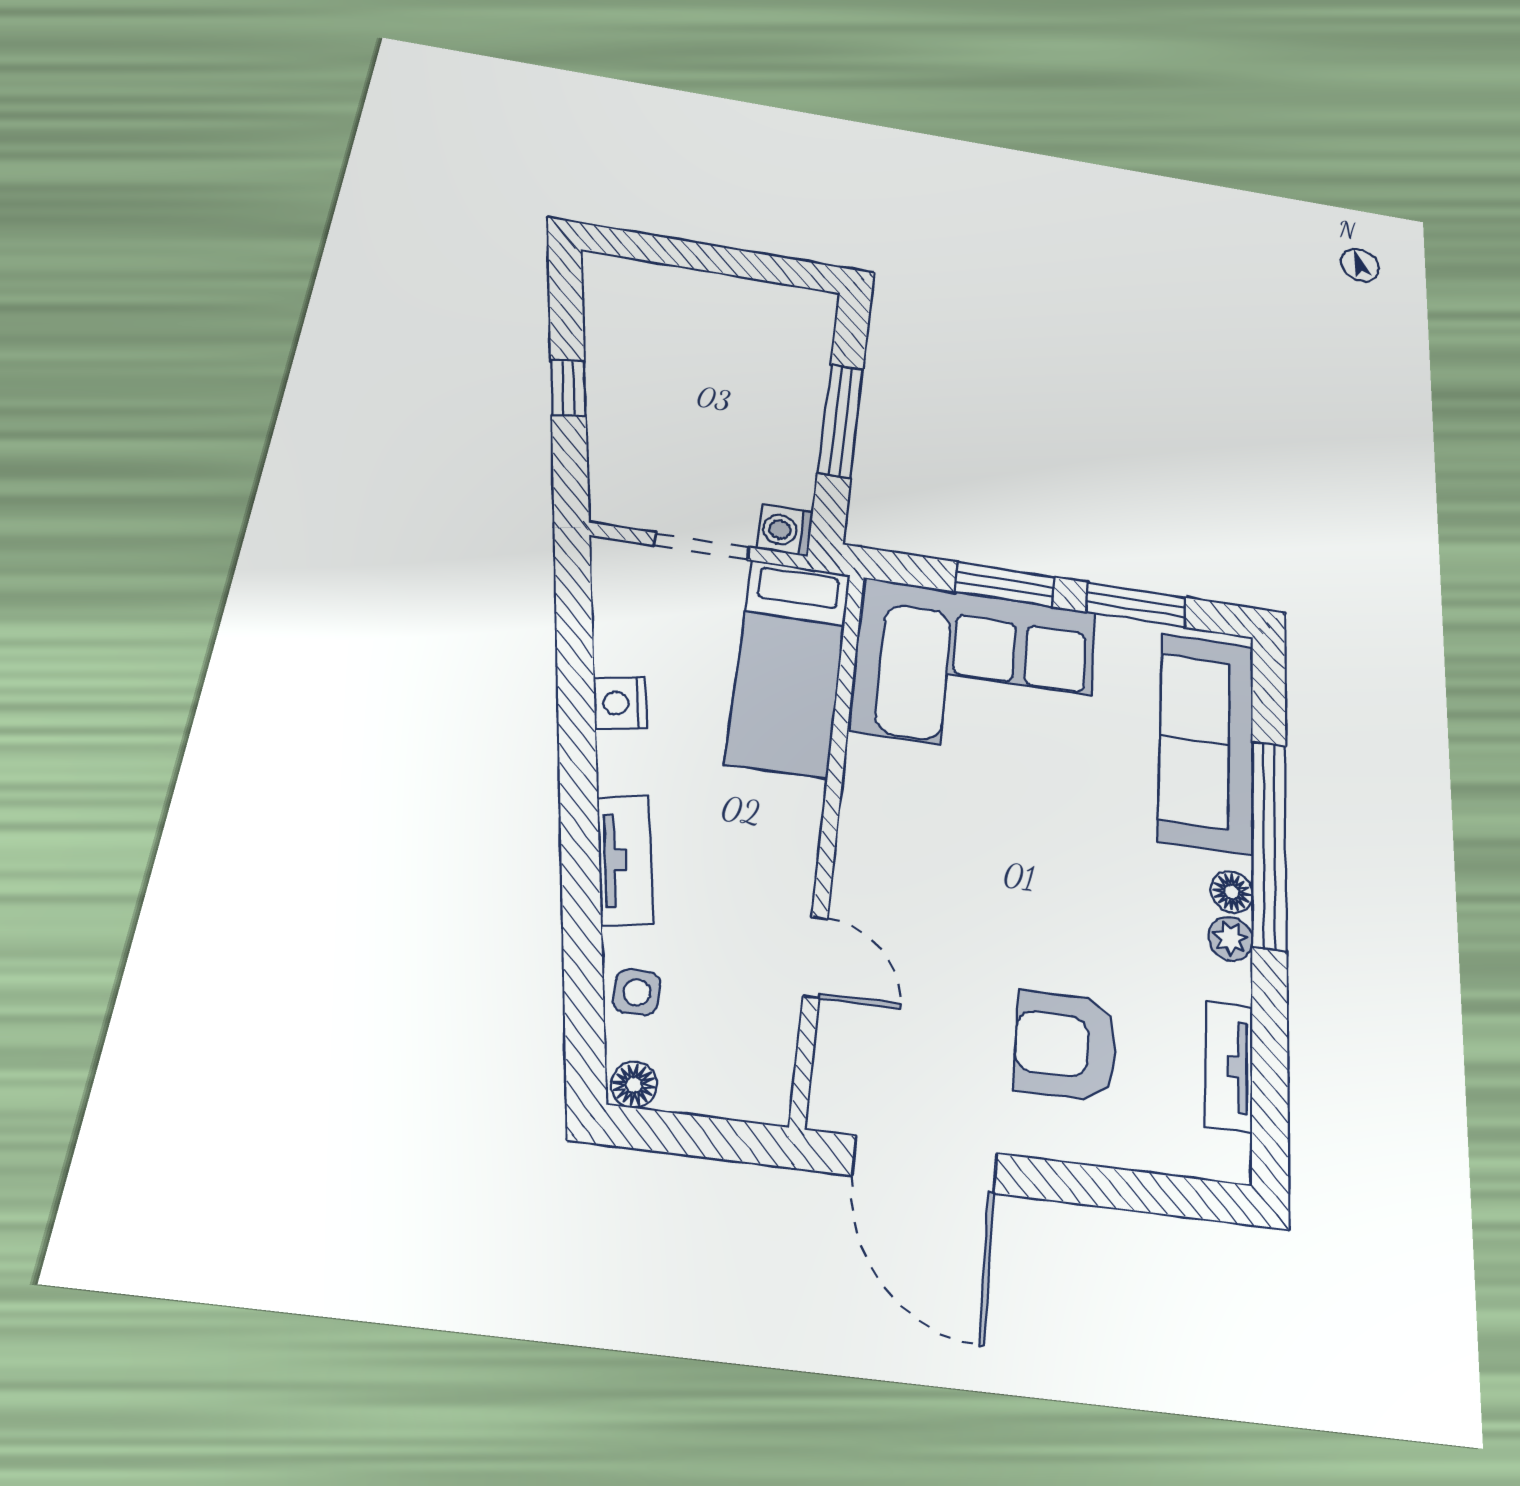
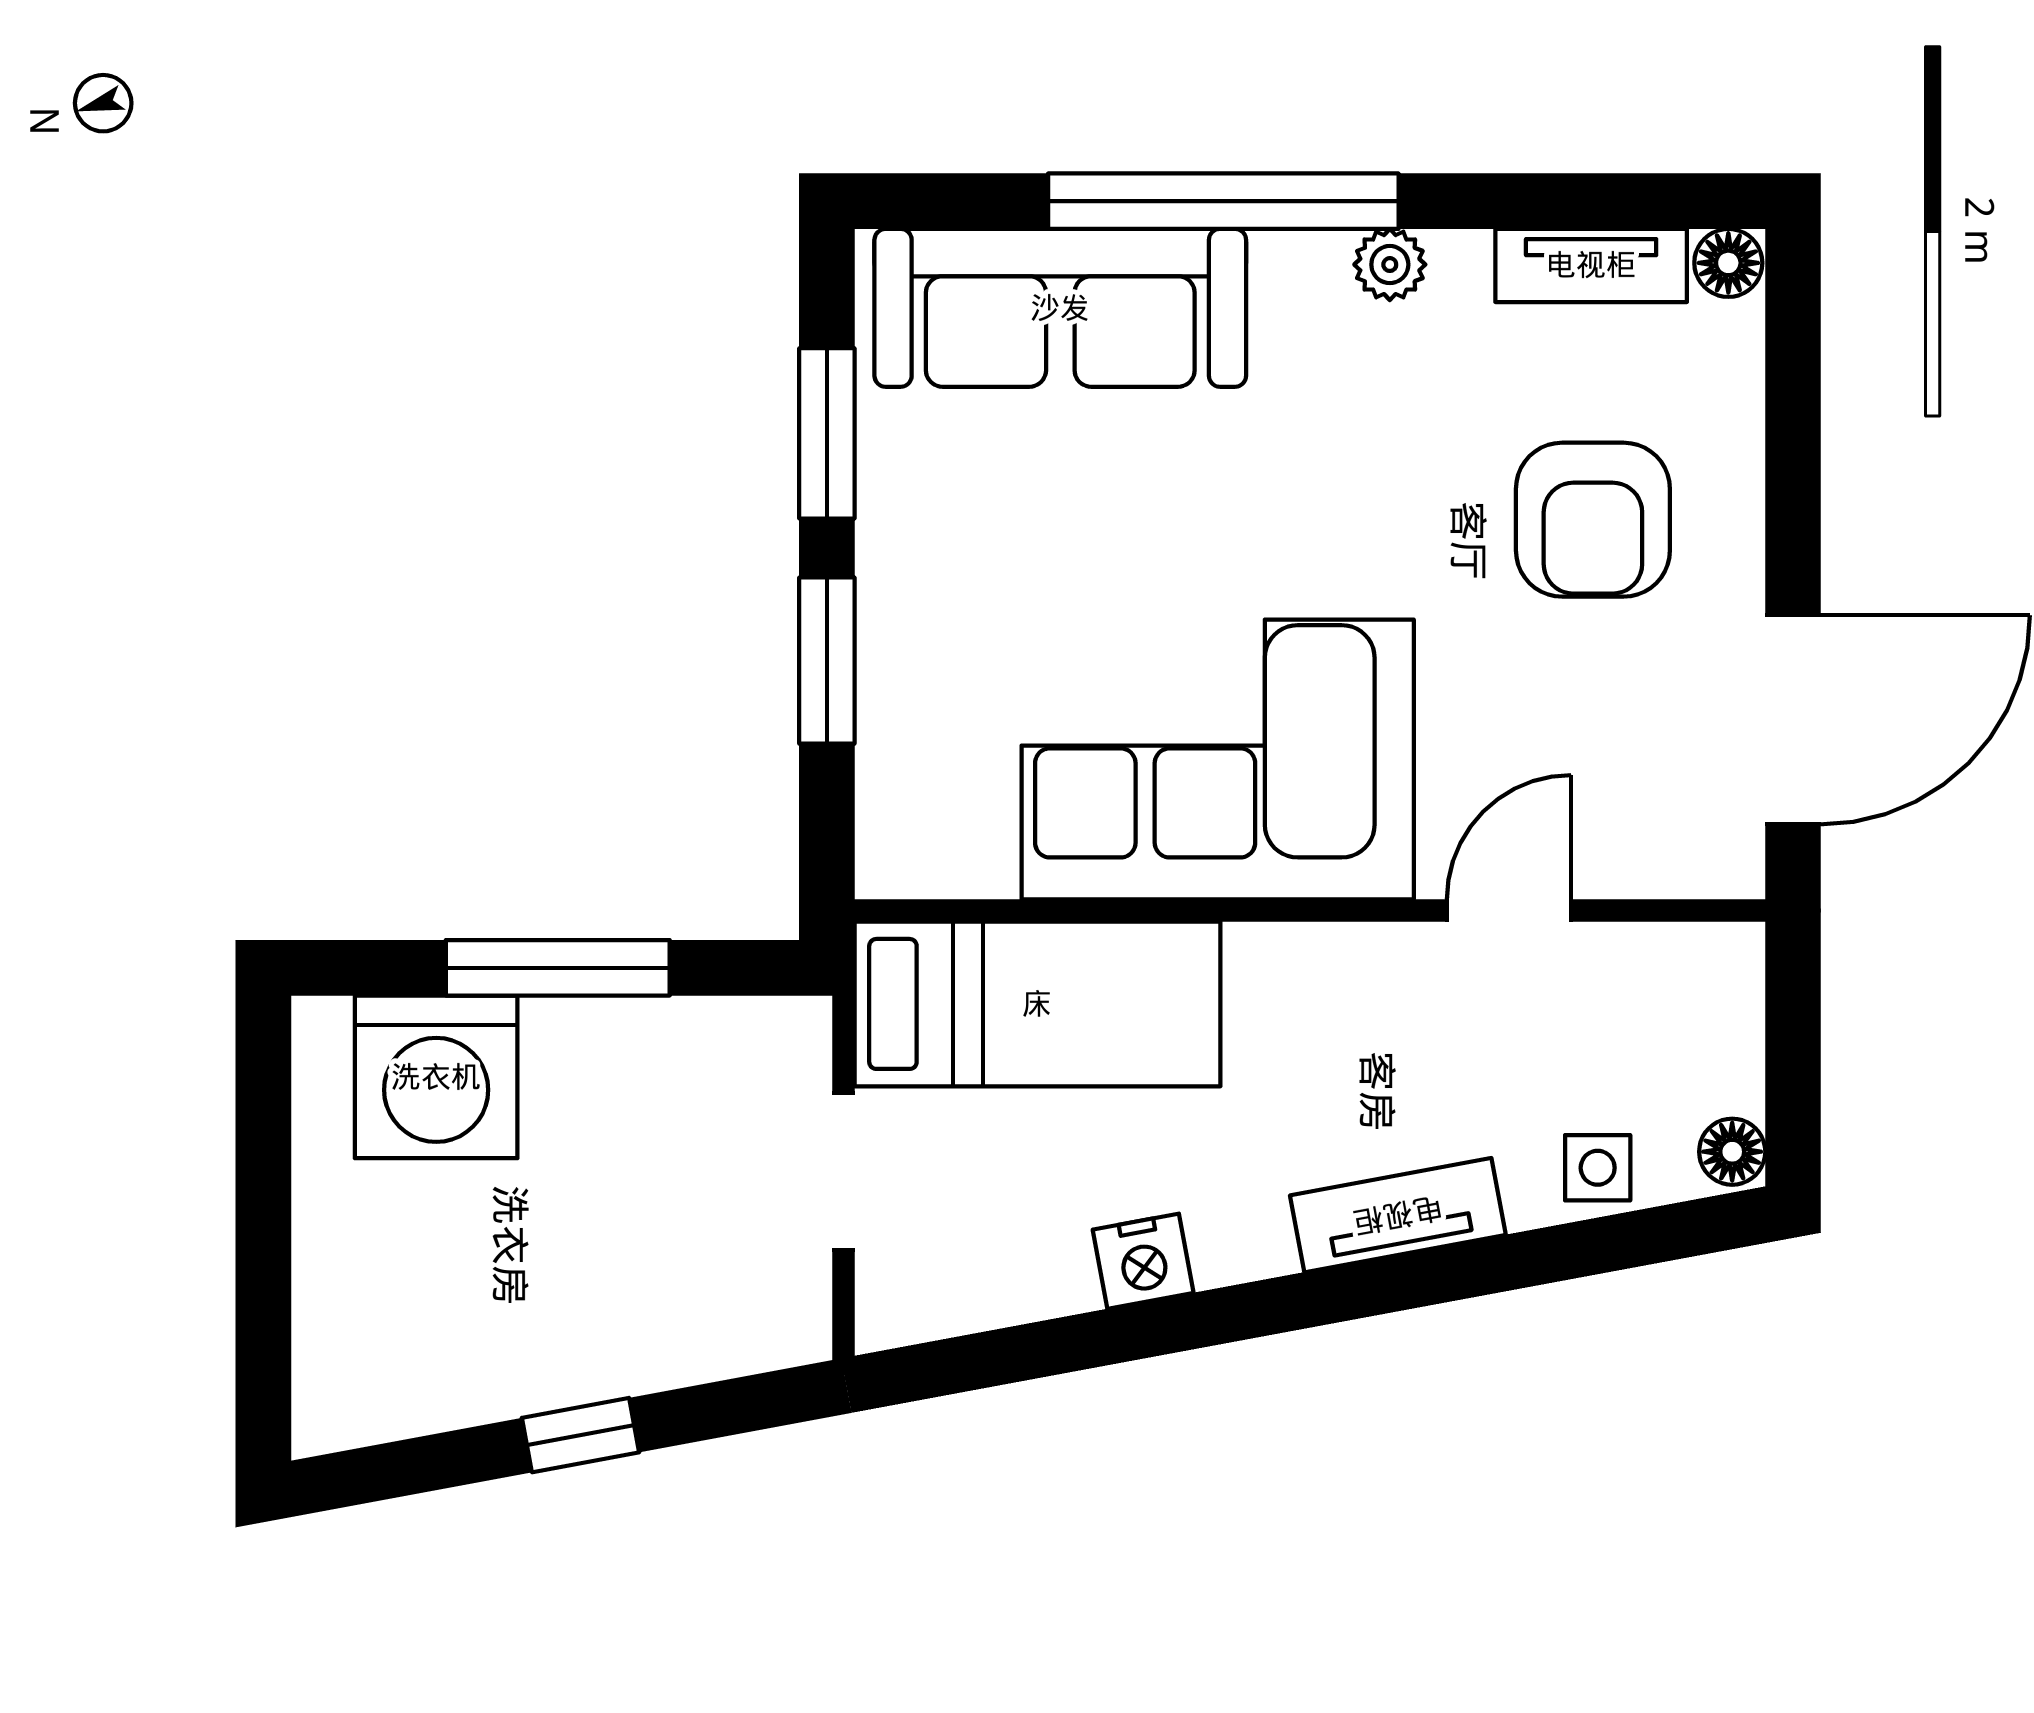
washing machine: (785, 530) -> (436, 1077), moved, width x1.89, depth x1.89
corner sofa: (975, 671) -> (1218, 760), moved, turned -90
floor lamp: (1232, 892) -> (1728, 263), moved

